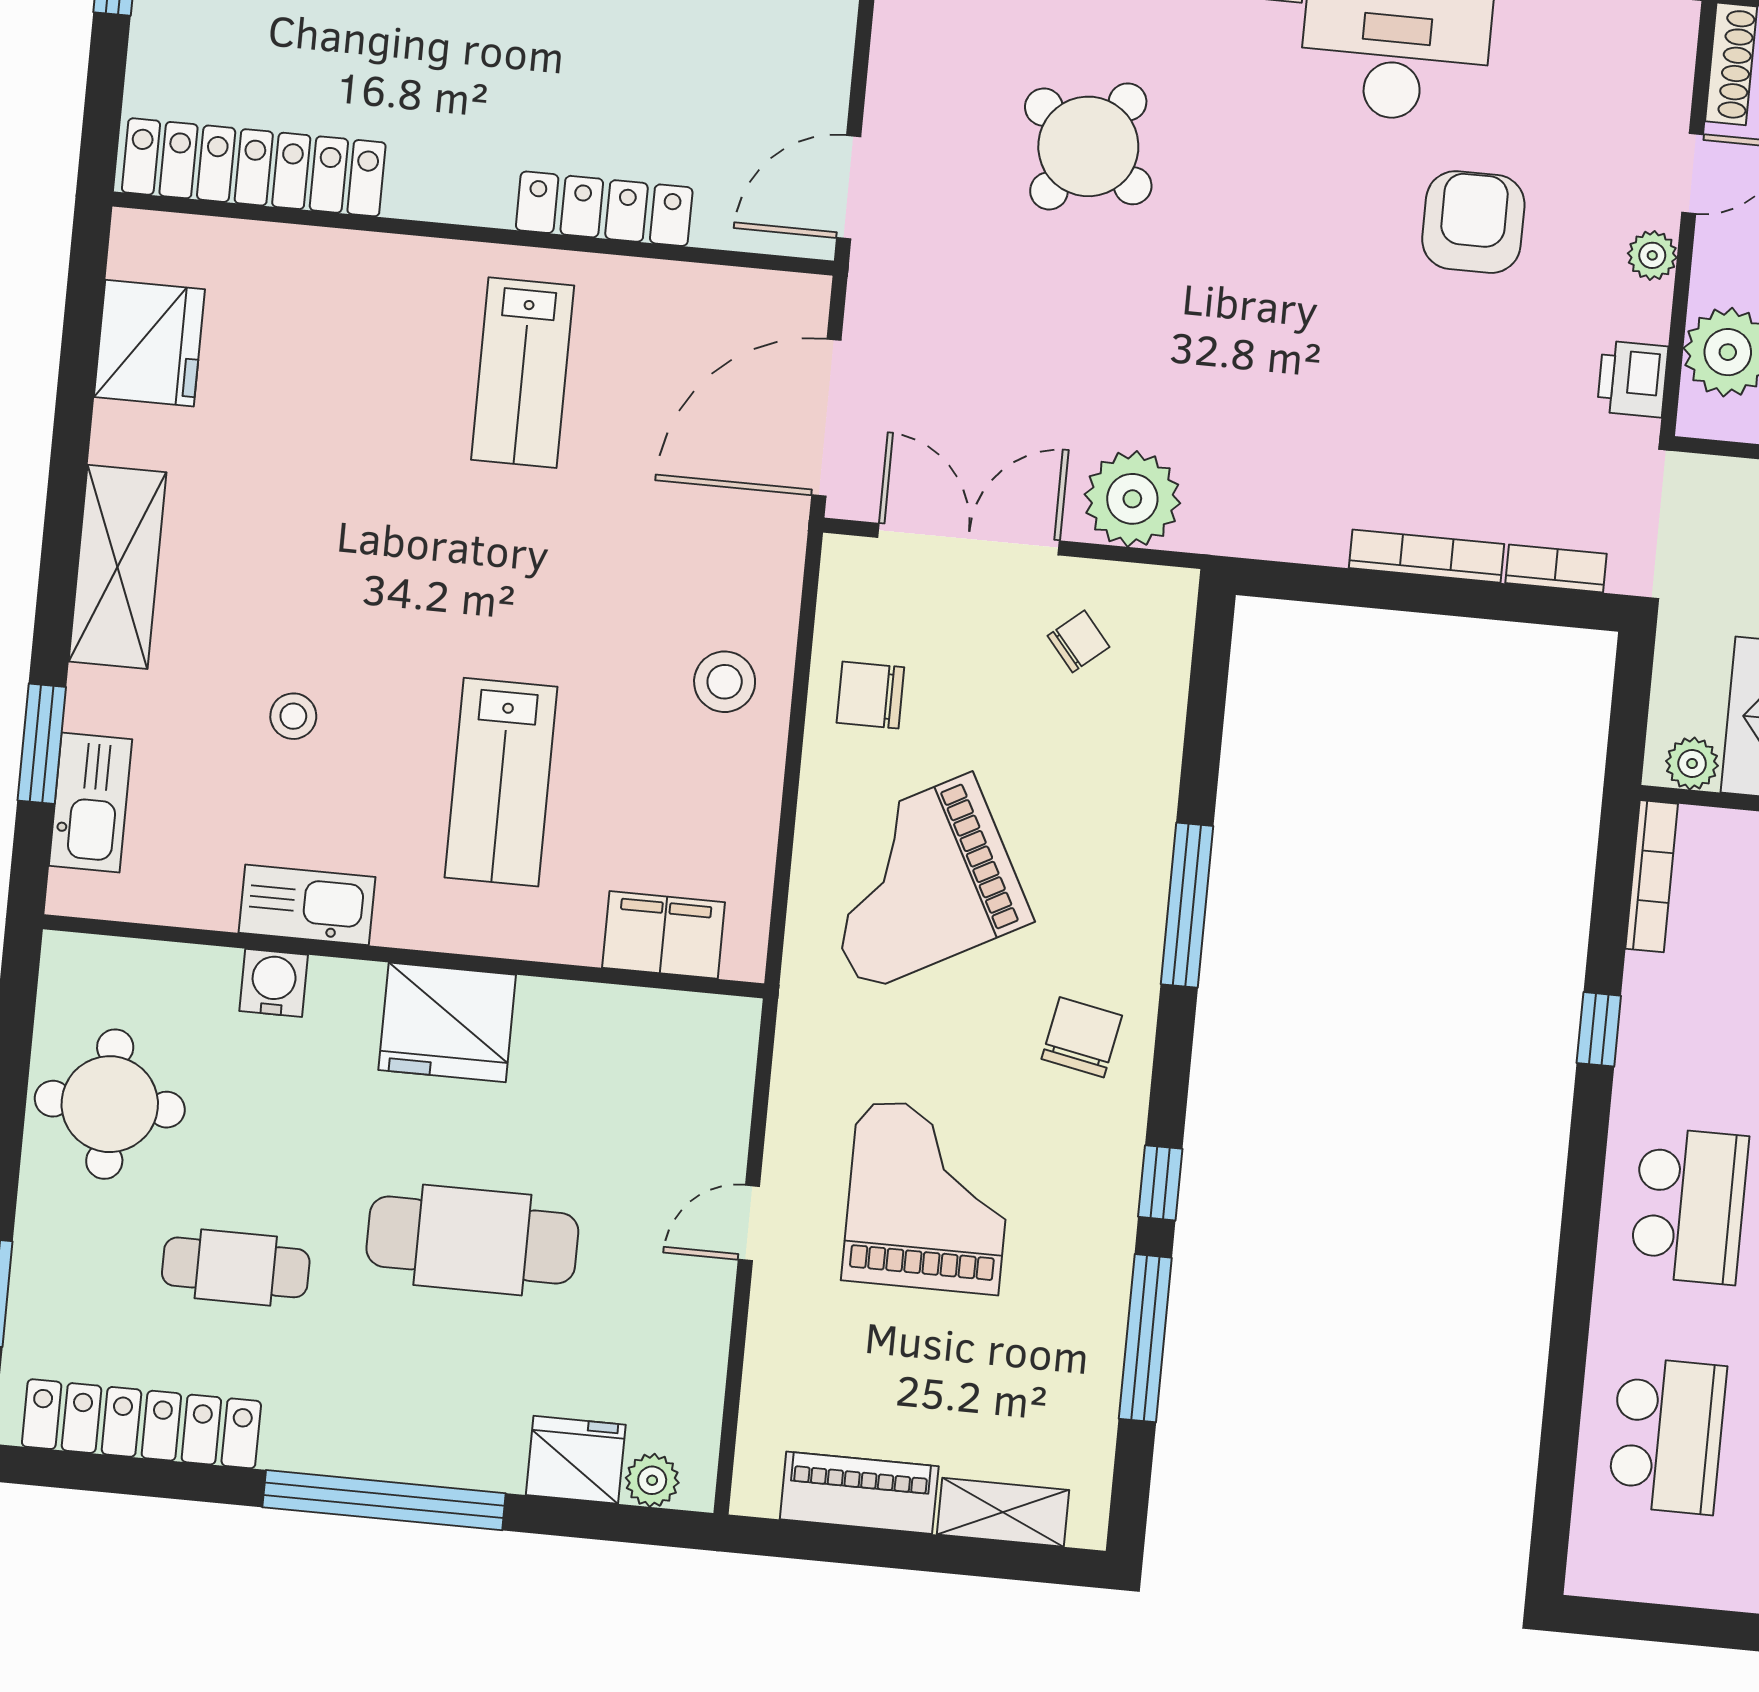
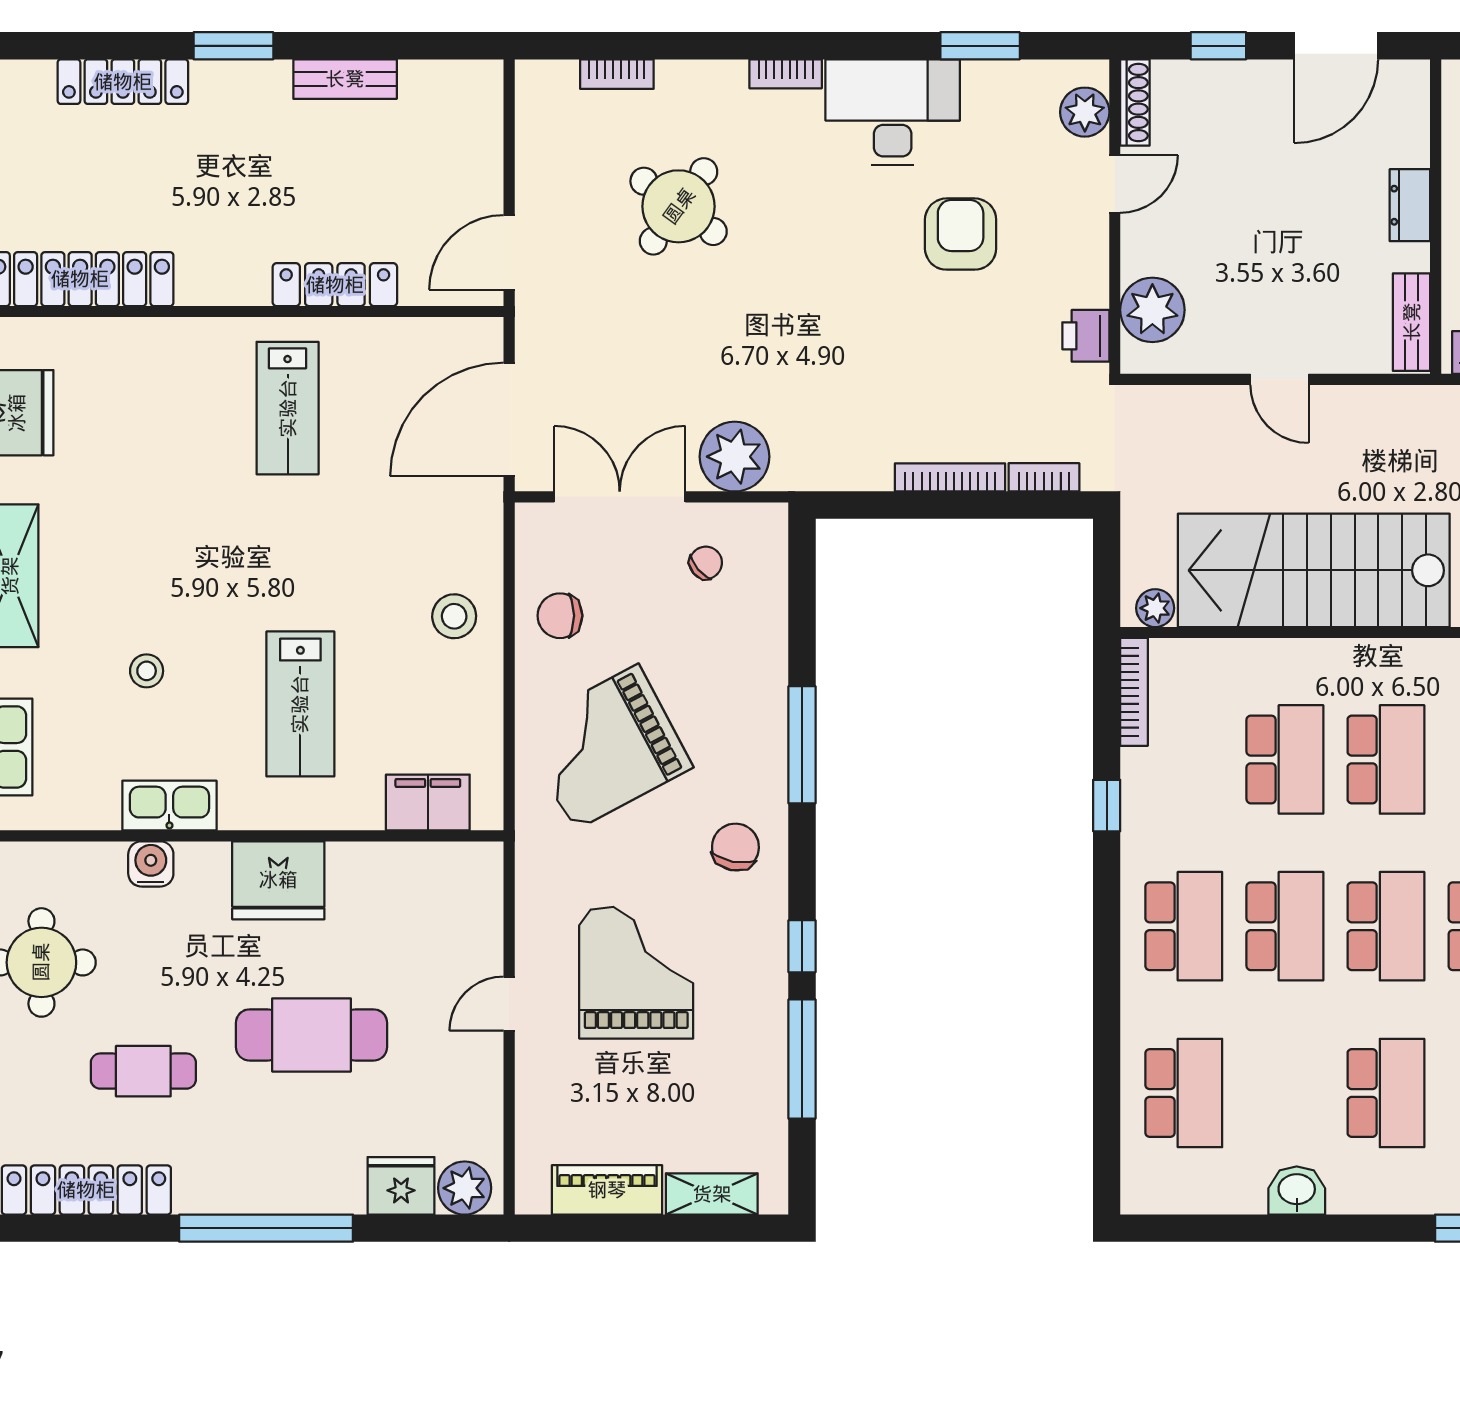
plant: (1652, 255) -> (1085, 112), moved, width x1.38, depth x1.38
plant: (652, 1480) -> (465, 1188), width x1.38, depth x1.38

